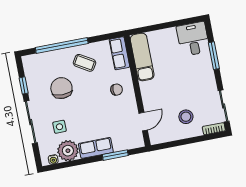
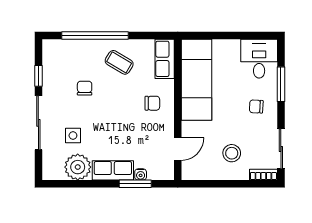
exam couch: (142, 57) -> (197, 80), width x1.36, depth x1.45
chair: (198, 77) -> (256, 106), added
chair: (61, 88) -> (85, 88), width x0.54, depth x0.54
water cooler: (53, 159) -> (141, 174), moved

